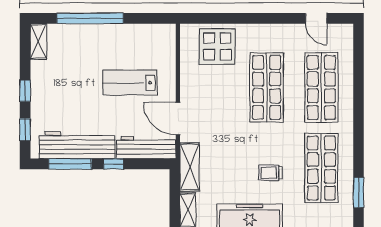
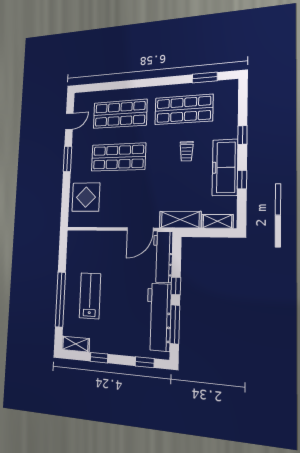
window: (267, 18) -> (67, 159), added
lab bench: (130, 83) -> (90, 296), moved, turned 180
window: (25, 91) -> (99, 358), moved

